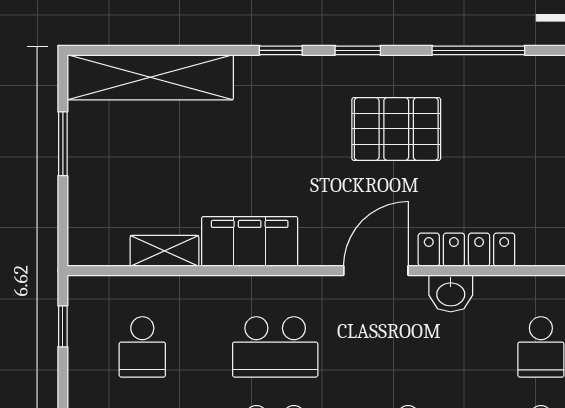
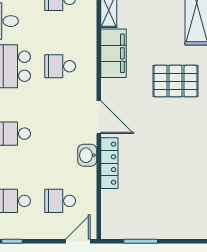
pallet: (396, 129) -> (176, 81), moved, turned 90
school desk: (275, 347) -> (60, 66), width x0.54

